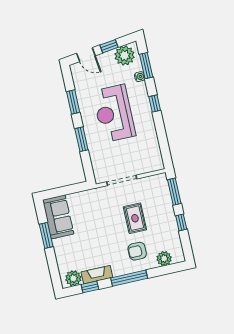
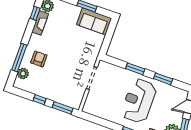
reception desk: (114, 113) -> (139, 101), turned -90
rug: (135, 218) -> (61, 71), removed
window: (129, 278) -> (19, 58), moved

